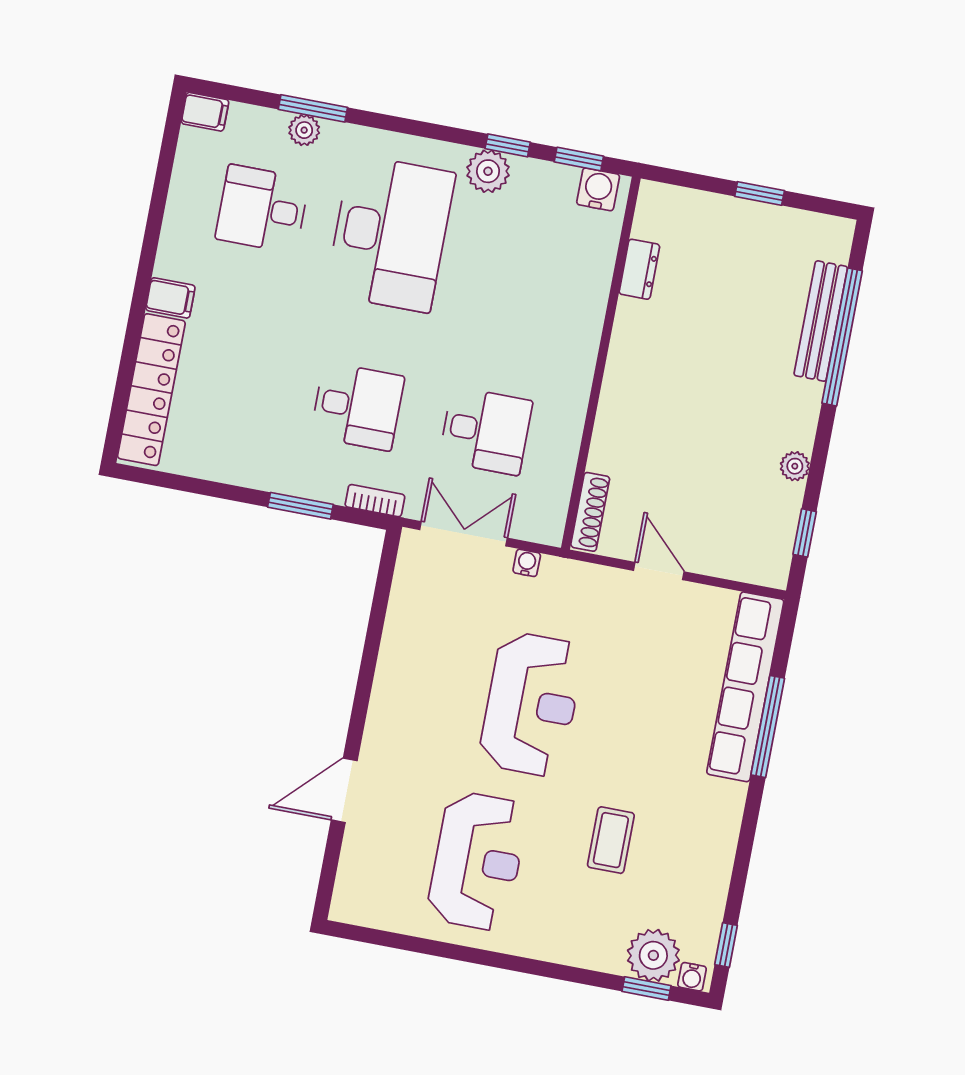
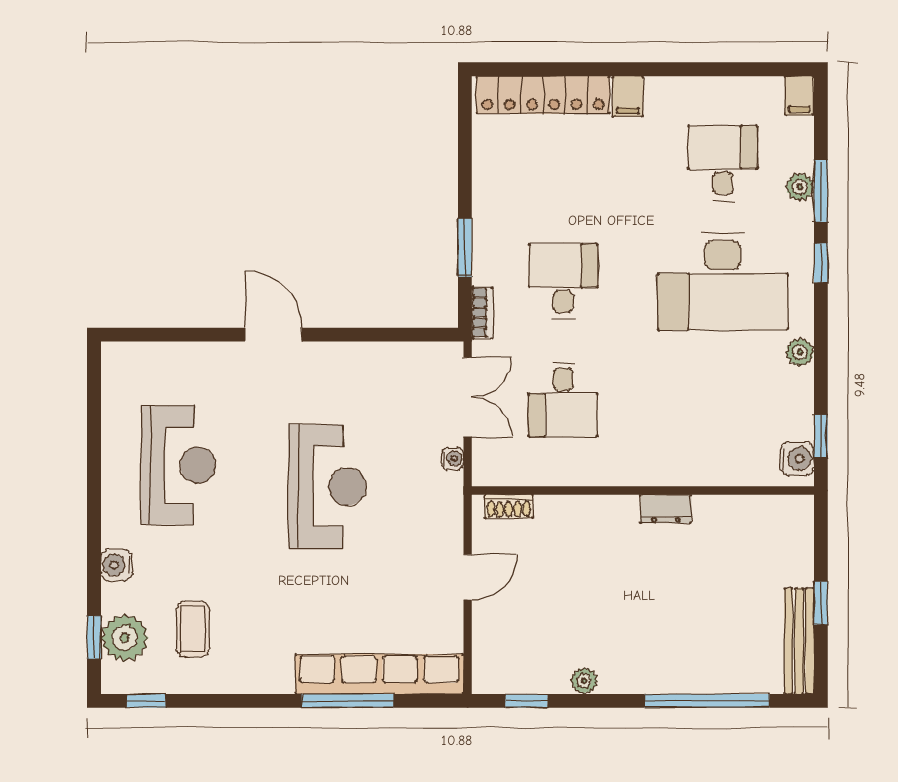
window: (508, 145) -> (821, 263), moved
plant: (488, 171) -> (800, 352), width x0.73, depth x0.73
dresser: (639, 269) -> (666, 509), moved
bench: (821, 321) -> (799, 641), moved, turned 90
desk: (357, 406) -> (563, 281), turned 180
shoe rack: (590, 512) -> (509, 506), width x0.70
reception desk: (531, 704) -> (327, 487), turned -90
door: (344, 790) -> (274, 335), moved
coffee table: (611, 840) -> (193, 629), moved, turned 90
reception desk: (477, 861) -> (179, 465), turned -90
water cooler: (692, 977) -> (117, 565), moved, width x1.38, depth x1.38

